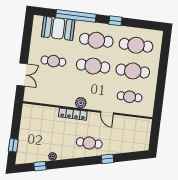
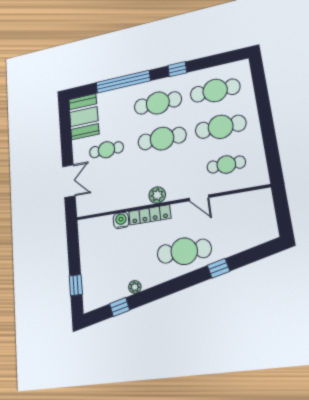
booth: (58, 28) -> (84, 117), moved, turned 90
water cooler: (53, 112) -> (121, 220), added
cafe table: (89, 143) -> (184, 251), width x1.37, depth x1.35

